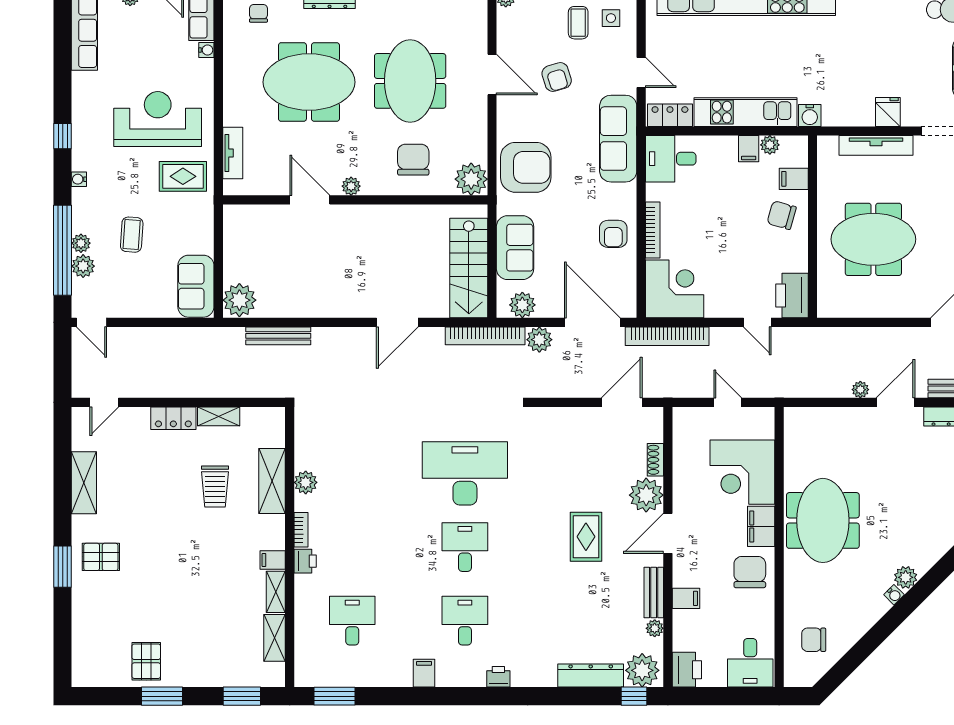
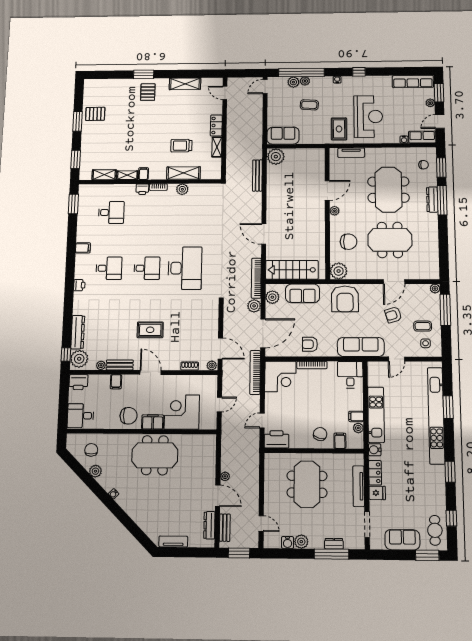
locker: (670, 115) -> (375, 473), moved
plant: (646, 495) -> (212, 365), moved, width x0.53, depth x0.53
plant: (906, 577) -> (95, 471), moved

